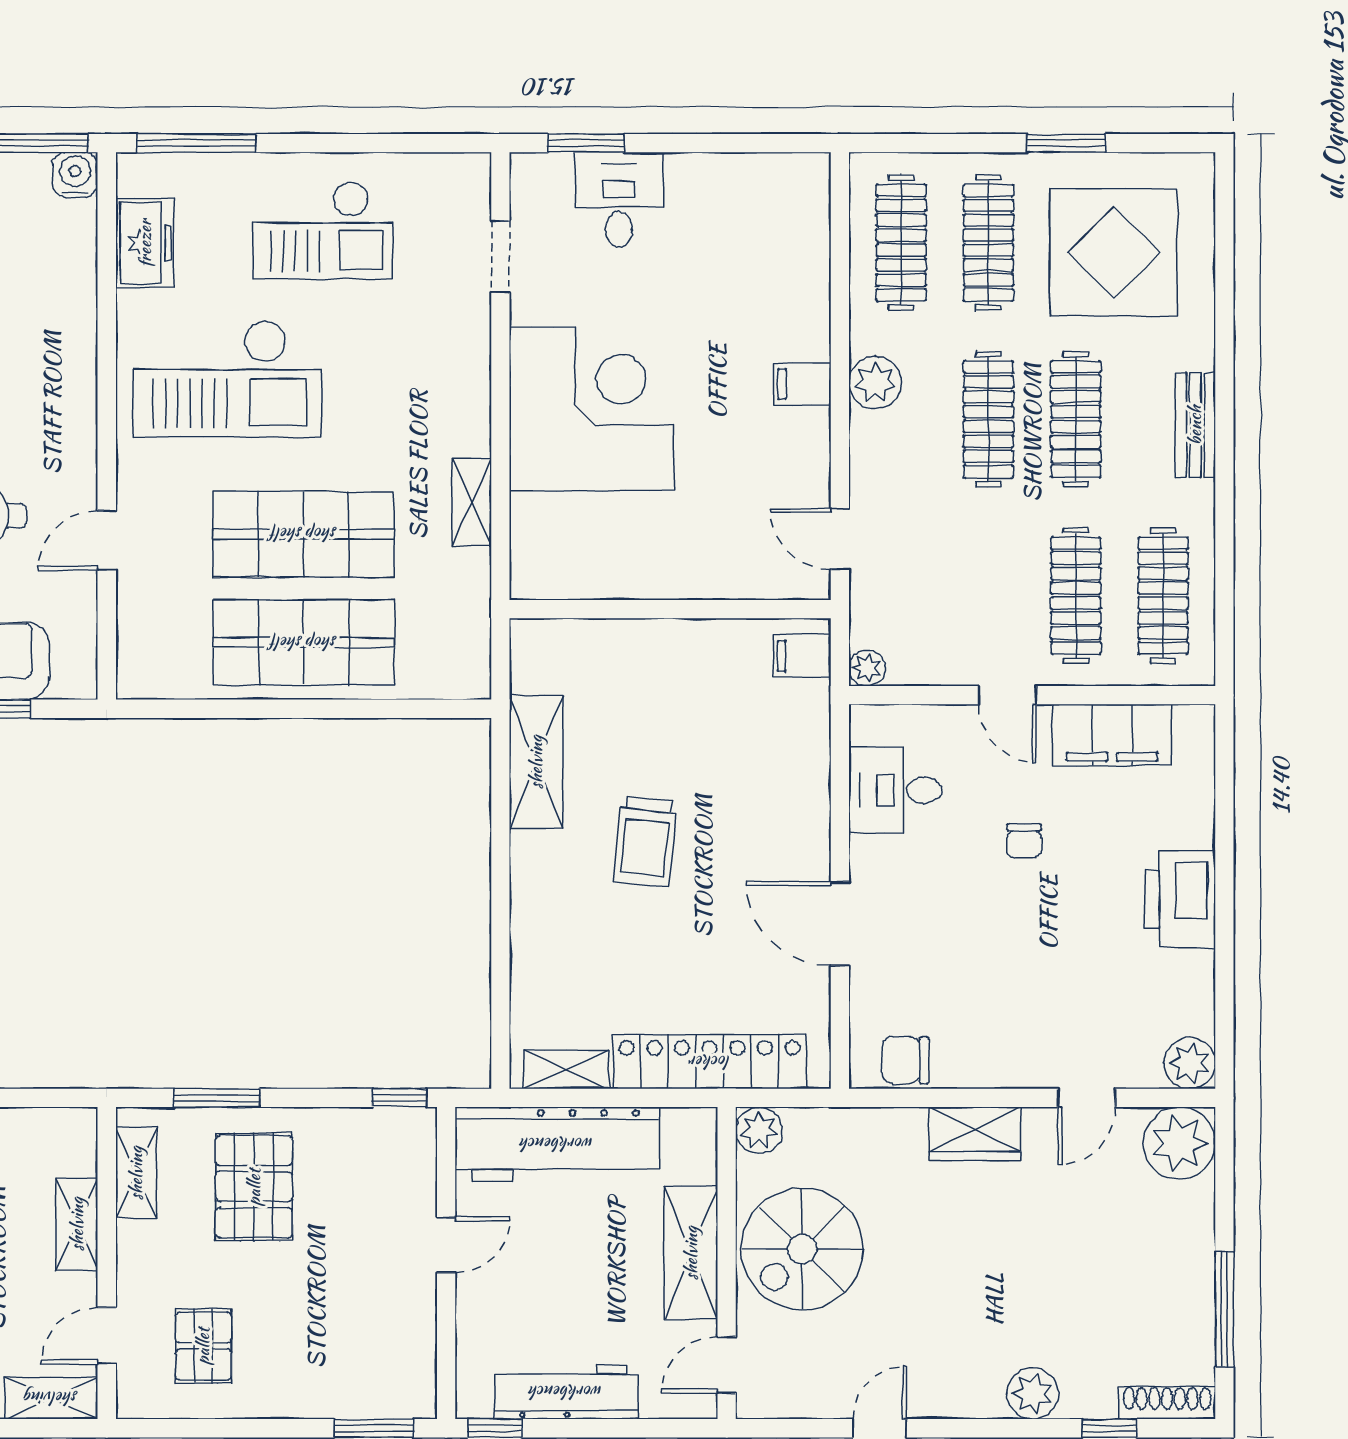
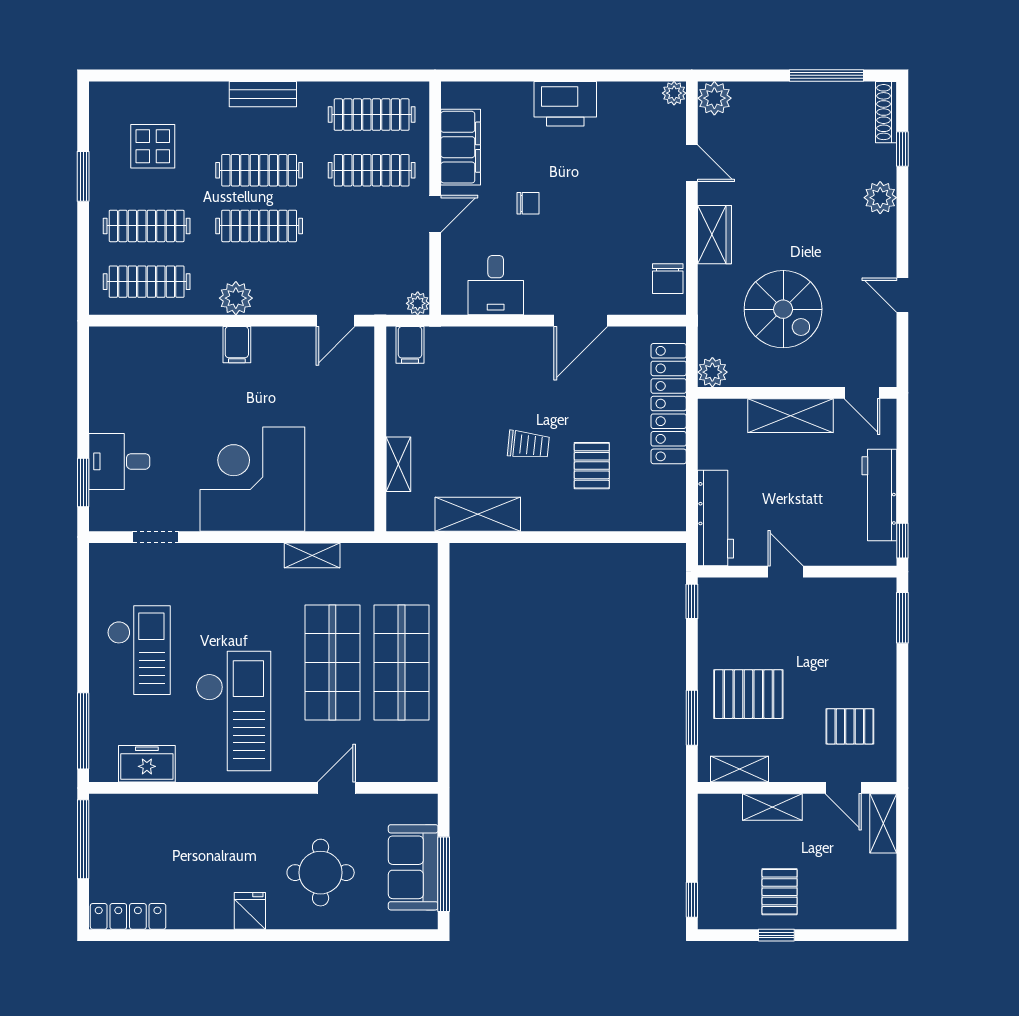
water cooler: (75, 175) -> (103, 808), removed
display table: (1114, 252) -> (153, 146), width x0.54, depth x0.54
door: (107, 540) -> (336, 788), swing flipped
trolley: (645, 842) -> (528, 445), width x0.73, depth x0.72
pallet: (612, 941) -> (592, 466), added
plant: (1190, 1063) -> (674, 93), width x0.73, depth x0.73
shelving: (567, 1070) -> (398, 464), moved
plant: (1179, 1143) -> (714, 98), width x0.73, depth x0.73
workbench: (557, 1144) -> (716, 518), width x0.73, depth x0.76
spiral stairs: (802, 1249) -> (783, 309), moved

